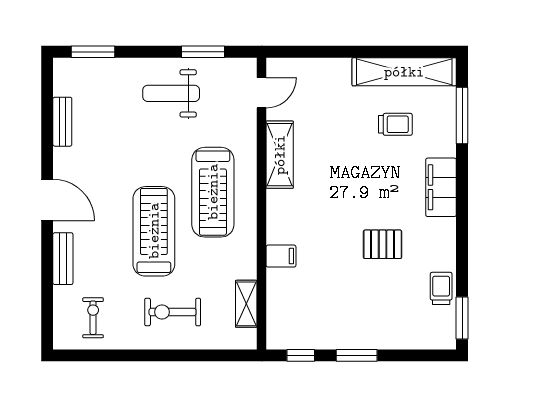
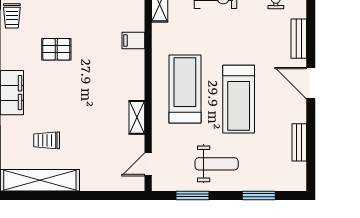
window: (93, 52) -> (259, 195), moved
shelving: (280, 155) -> (137, 117), width x0.67, depth x0.75
treadmill: (154, 231) -> (239, 99), moved

